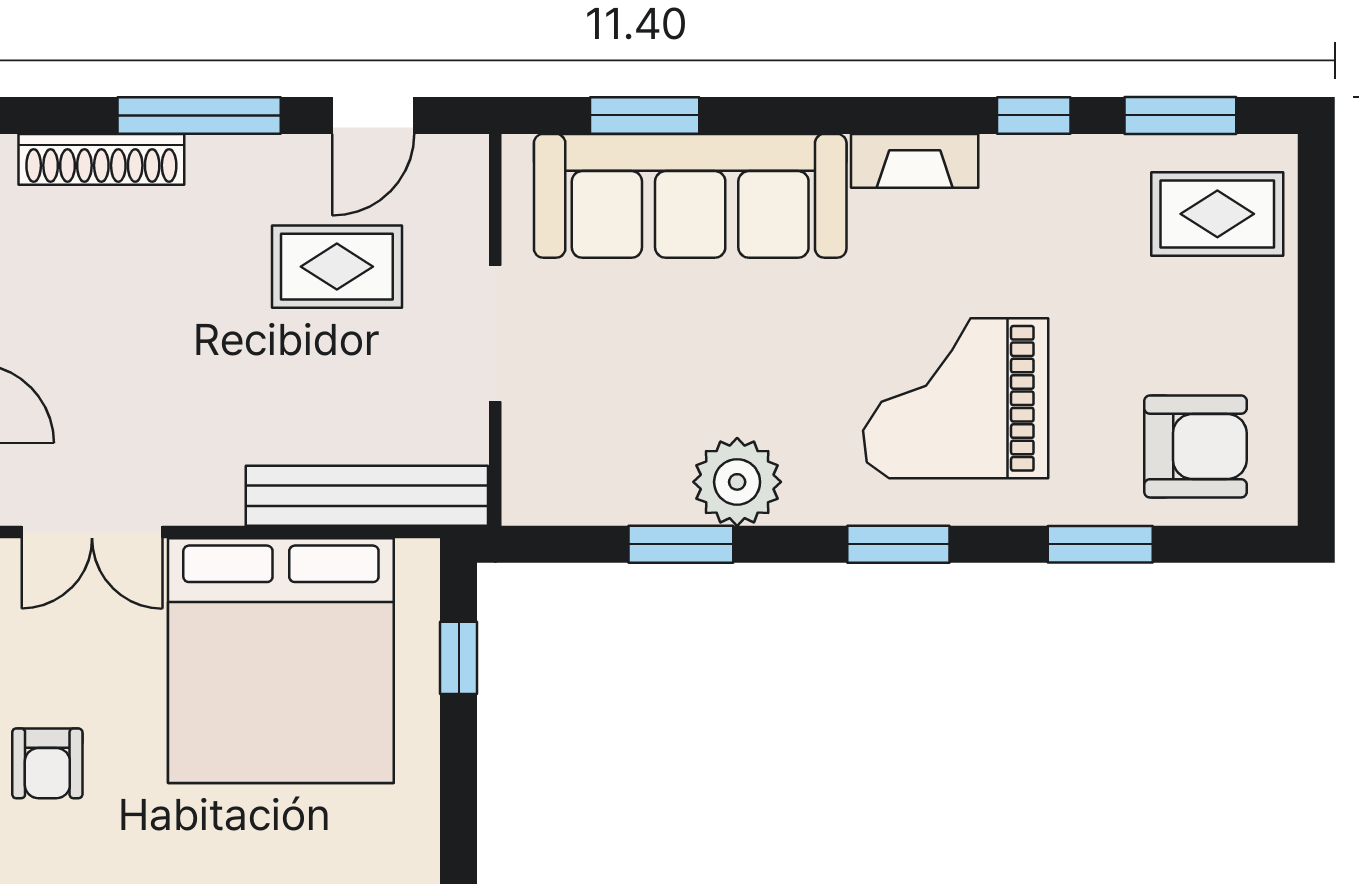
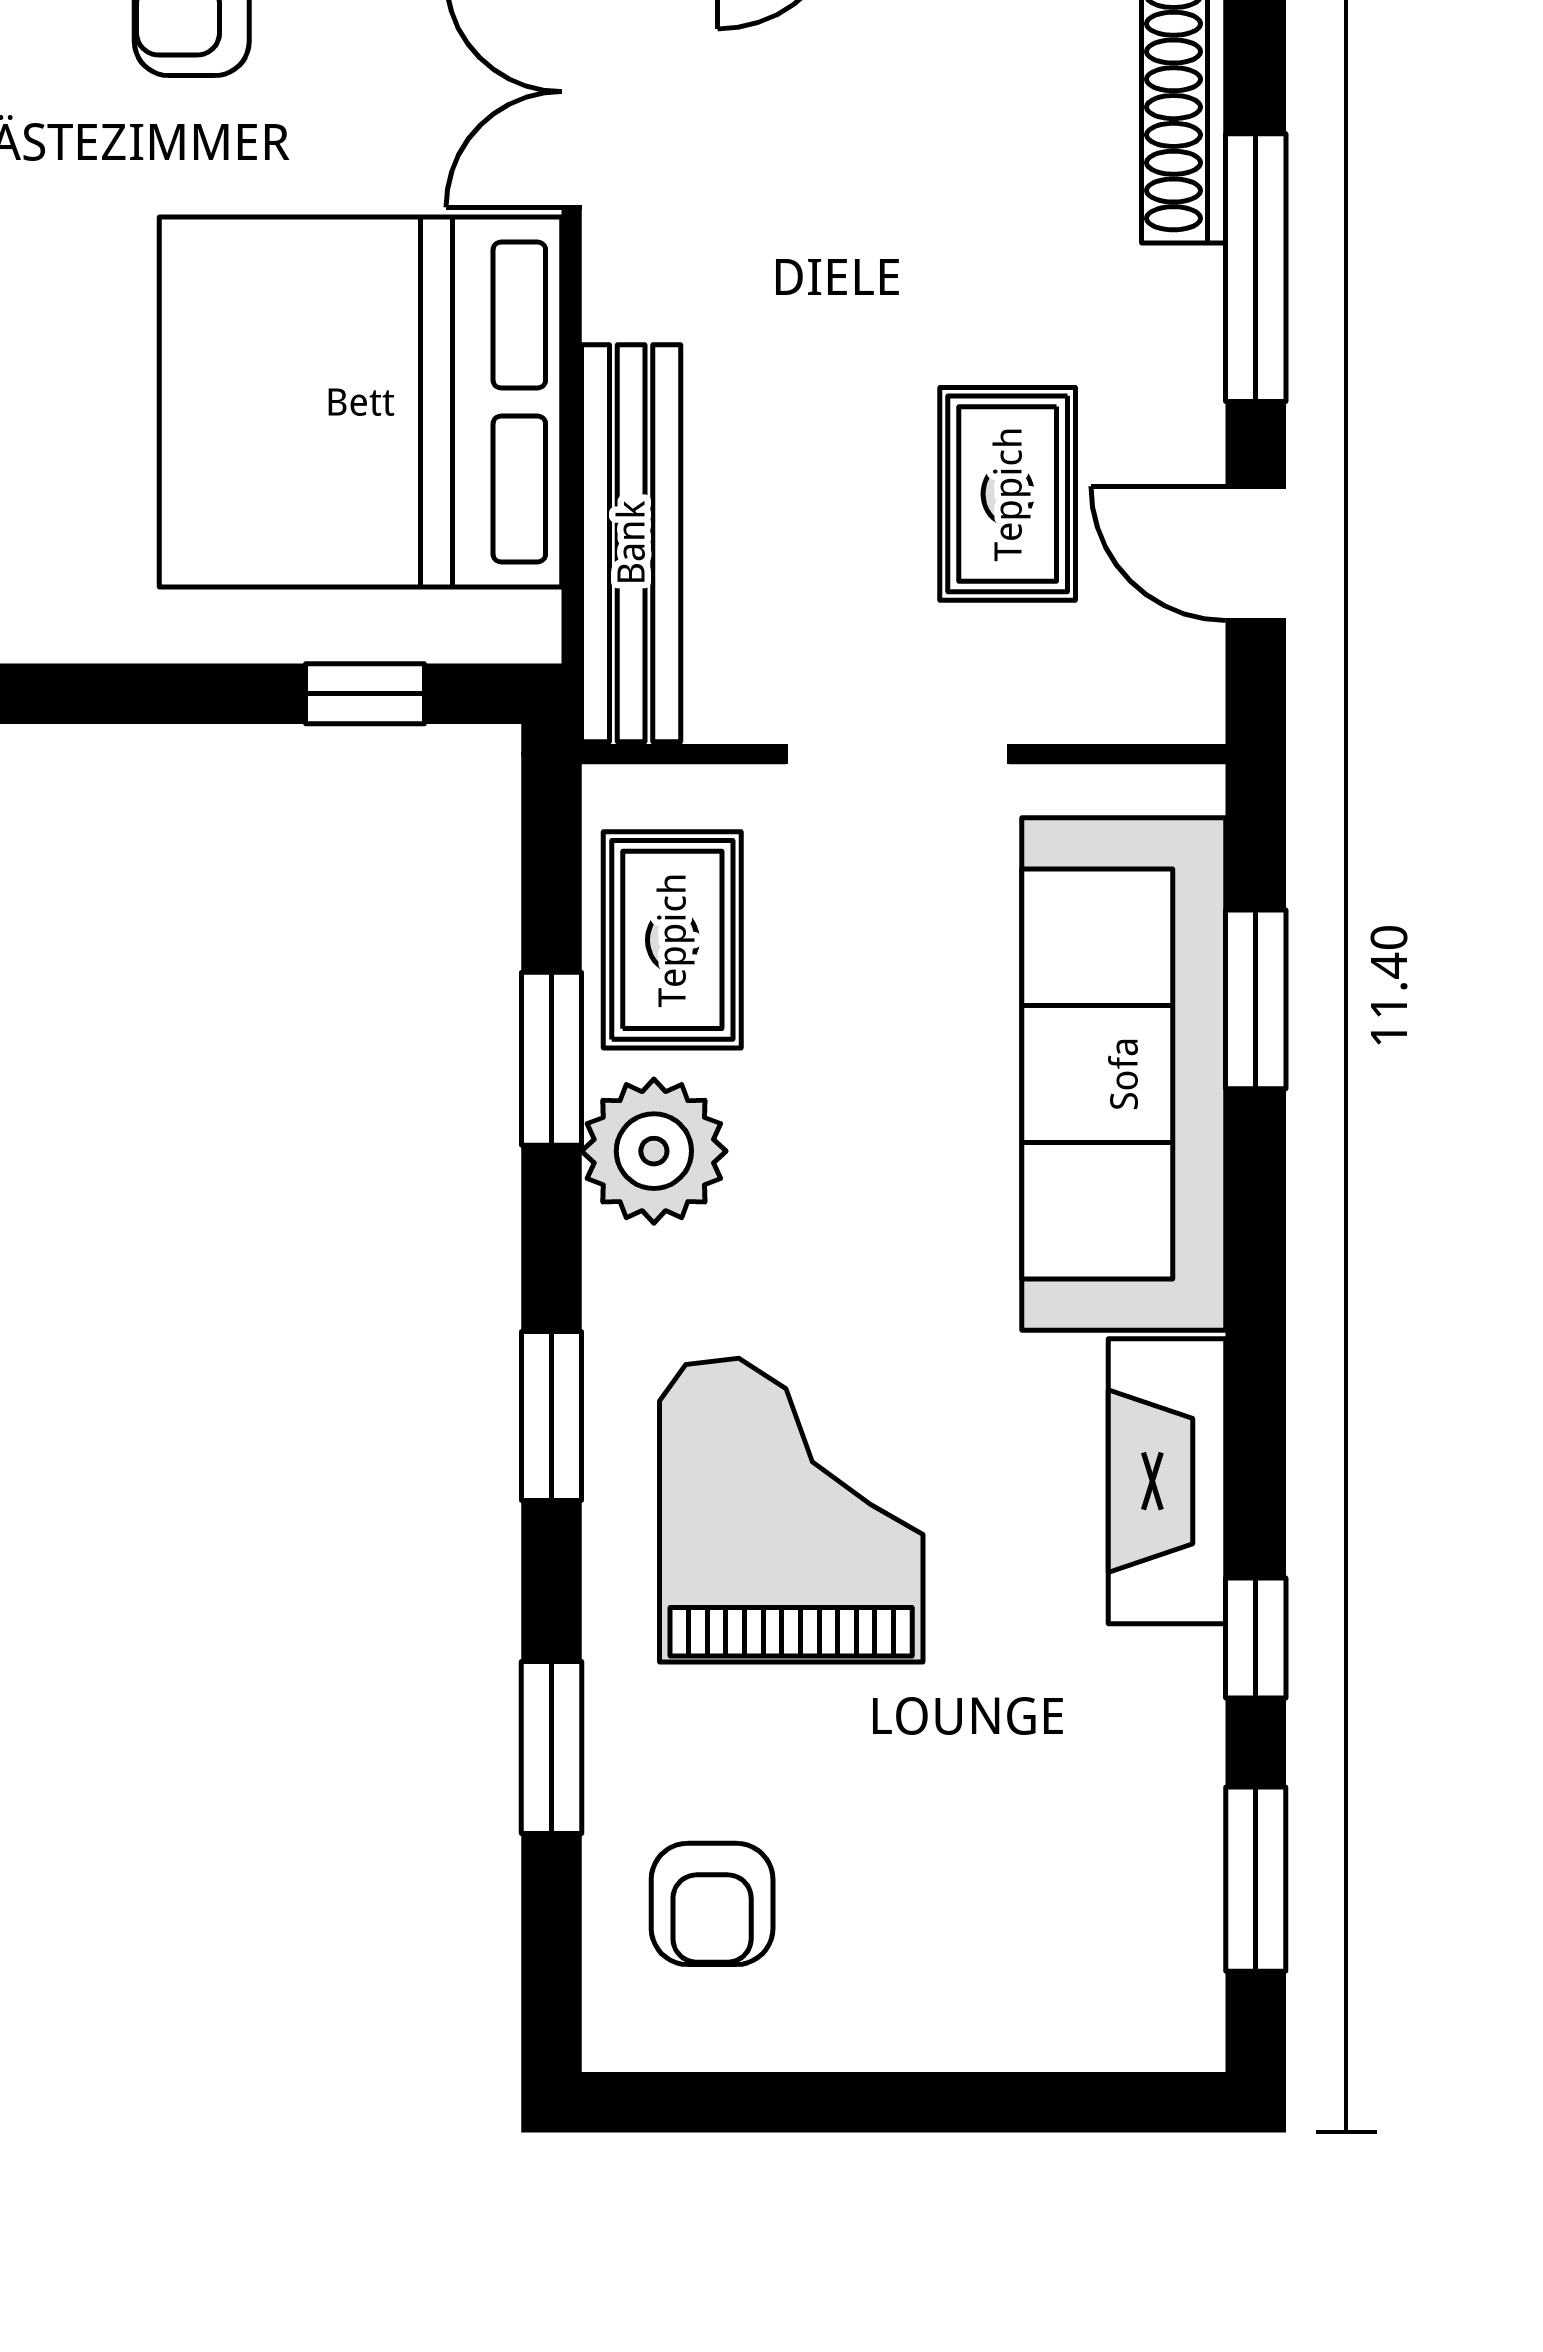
fireplace: (915, 161) -> (1167, 1481), width x1.37, depth x1.32
rug: (1217, 214) -> (672, 940), moved
armchair: (1196, 446) -> (712, 1904), width x0.72, depth x0.72

